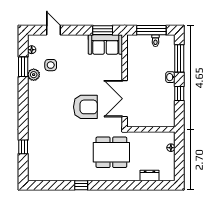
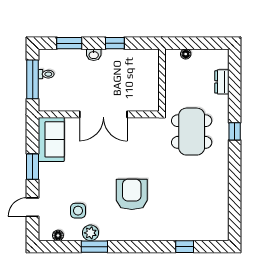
window: (103, 30) -> (33, 167), moved
window: (179, 58) -> (69, 43), width x0.69
window: (23, 67) -> (94, 247), moved
double door: (125, 99) -> (103, 114), moved
armchair: (85, 107) -> (132, 194), moved
window: (81, 185) -> (235, 131), moved

